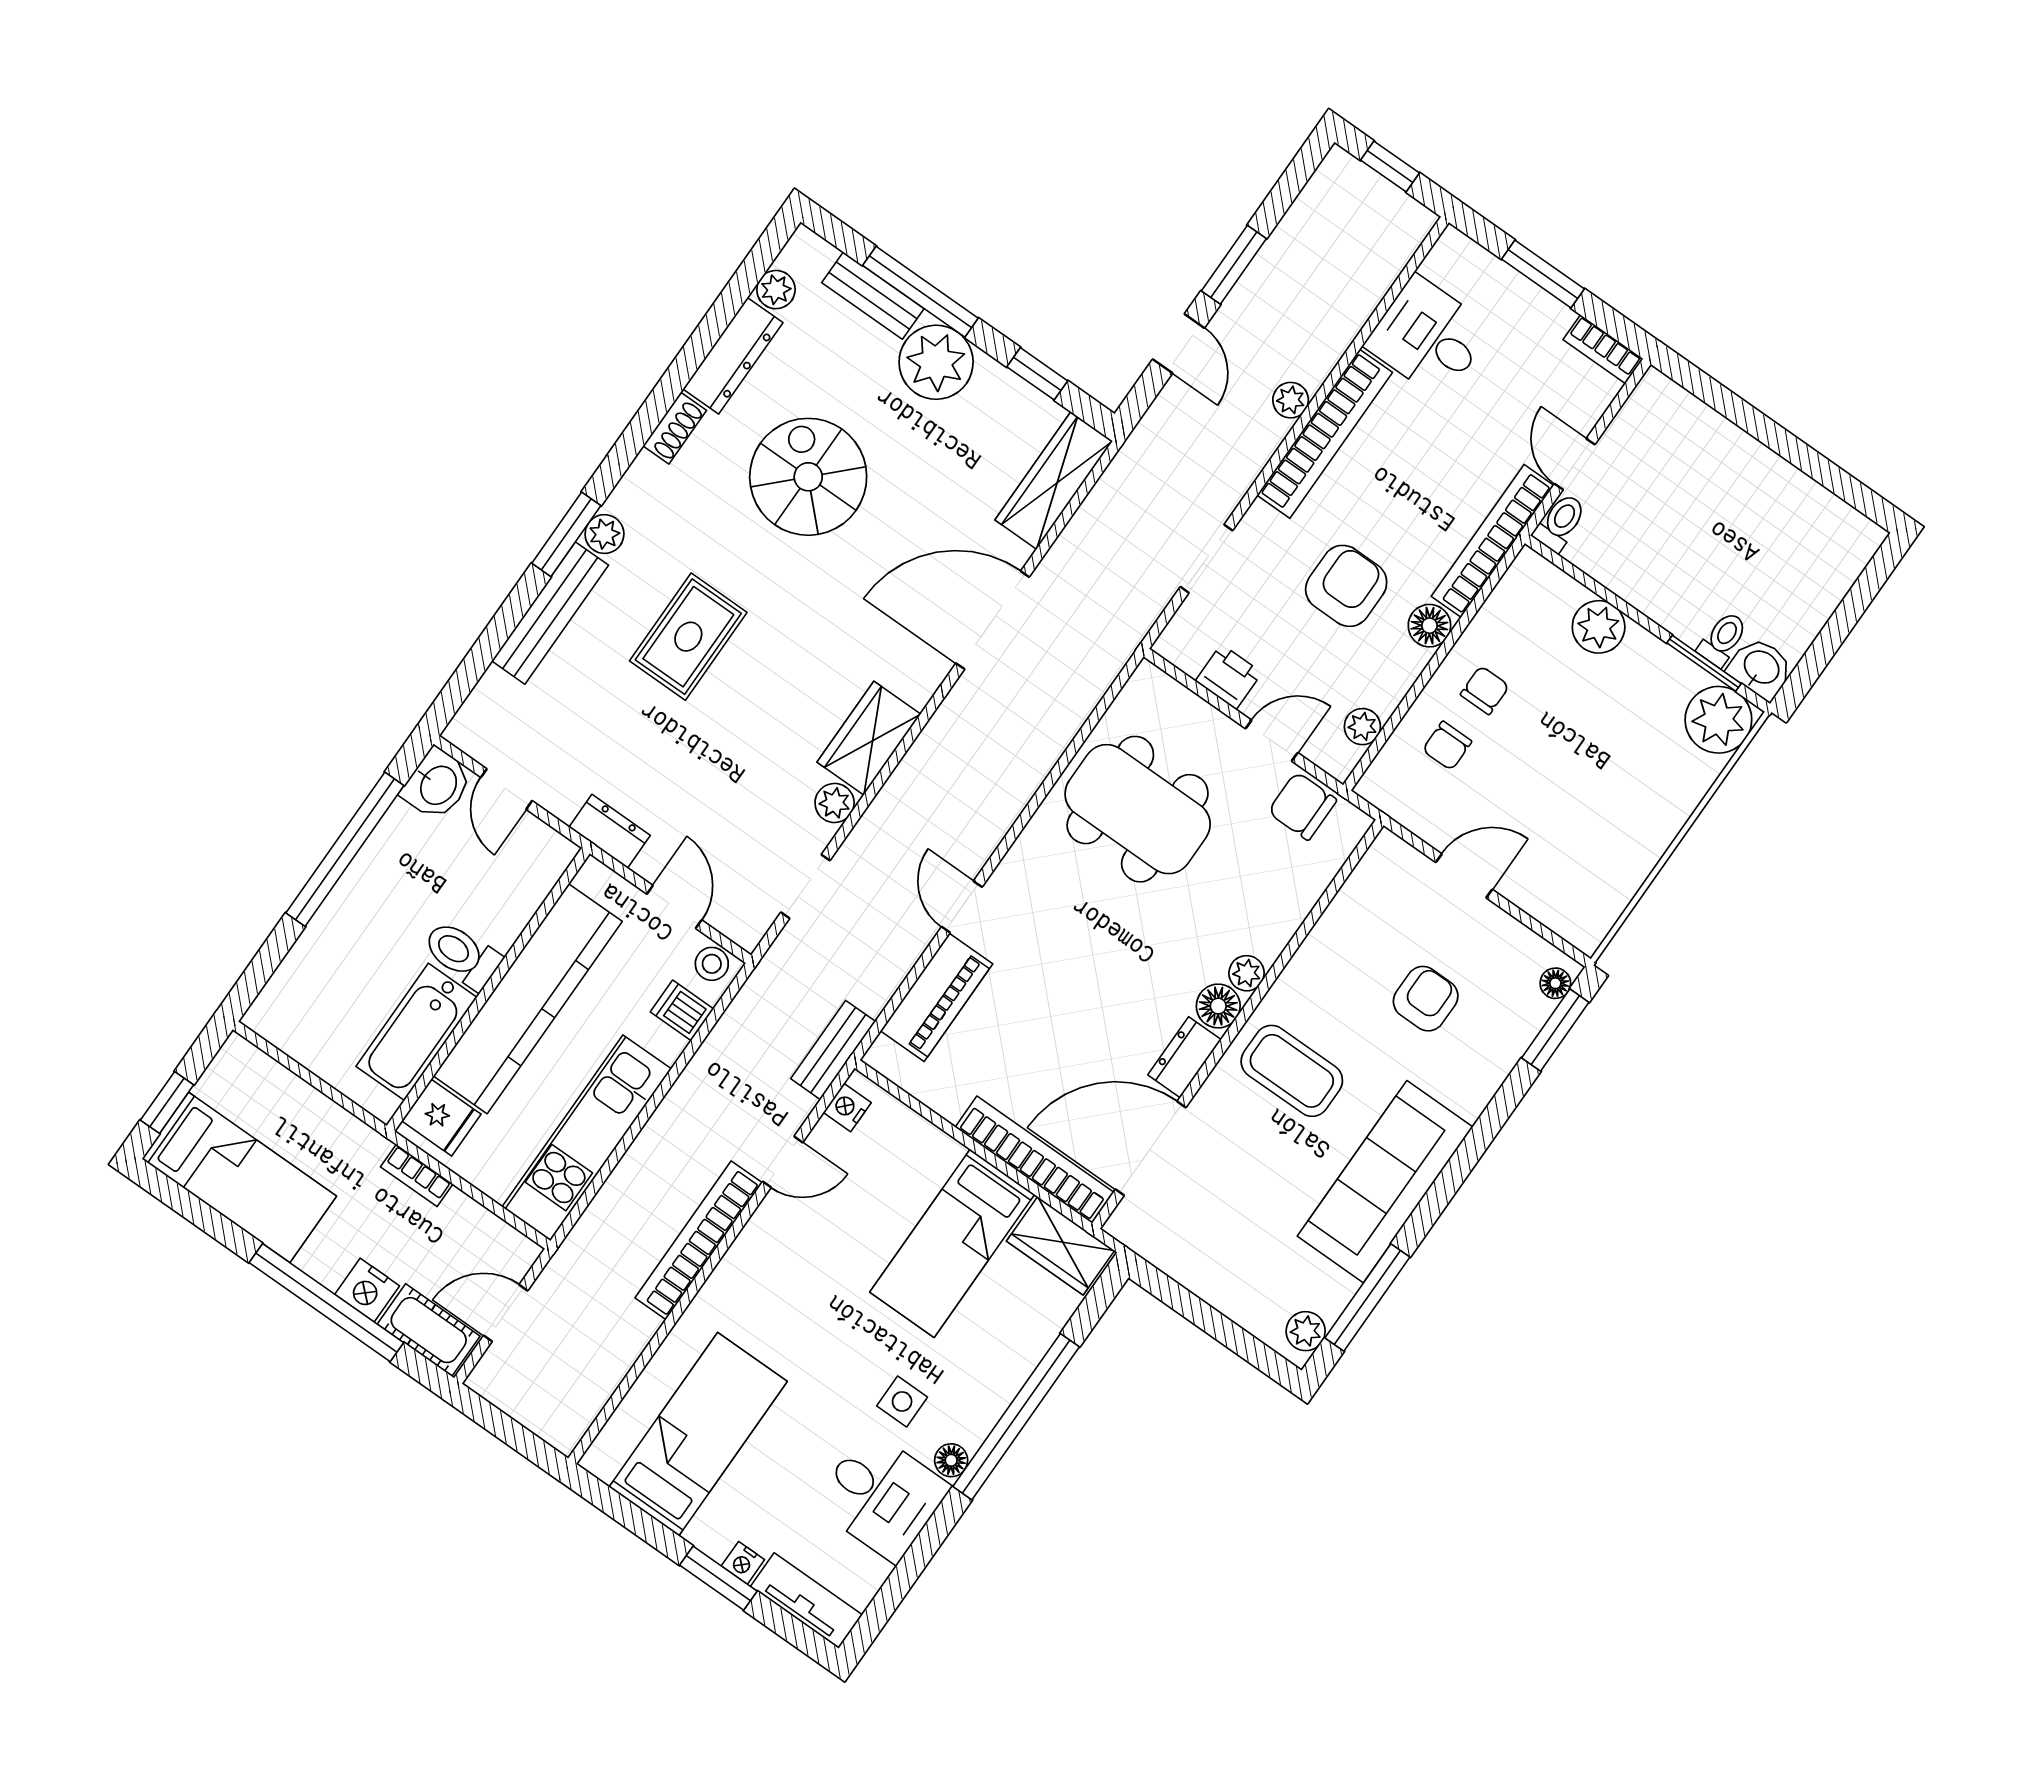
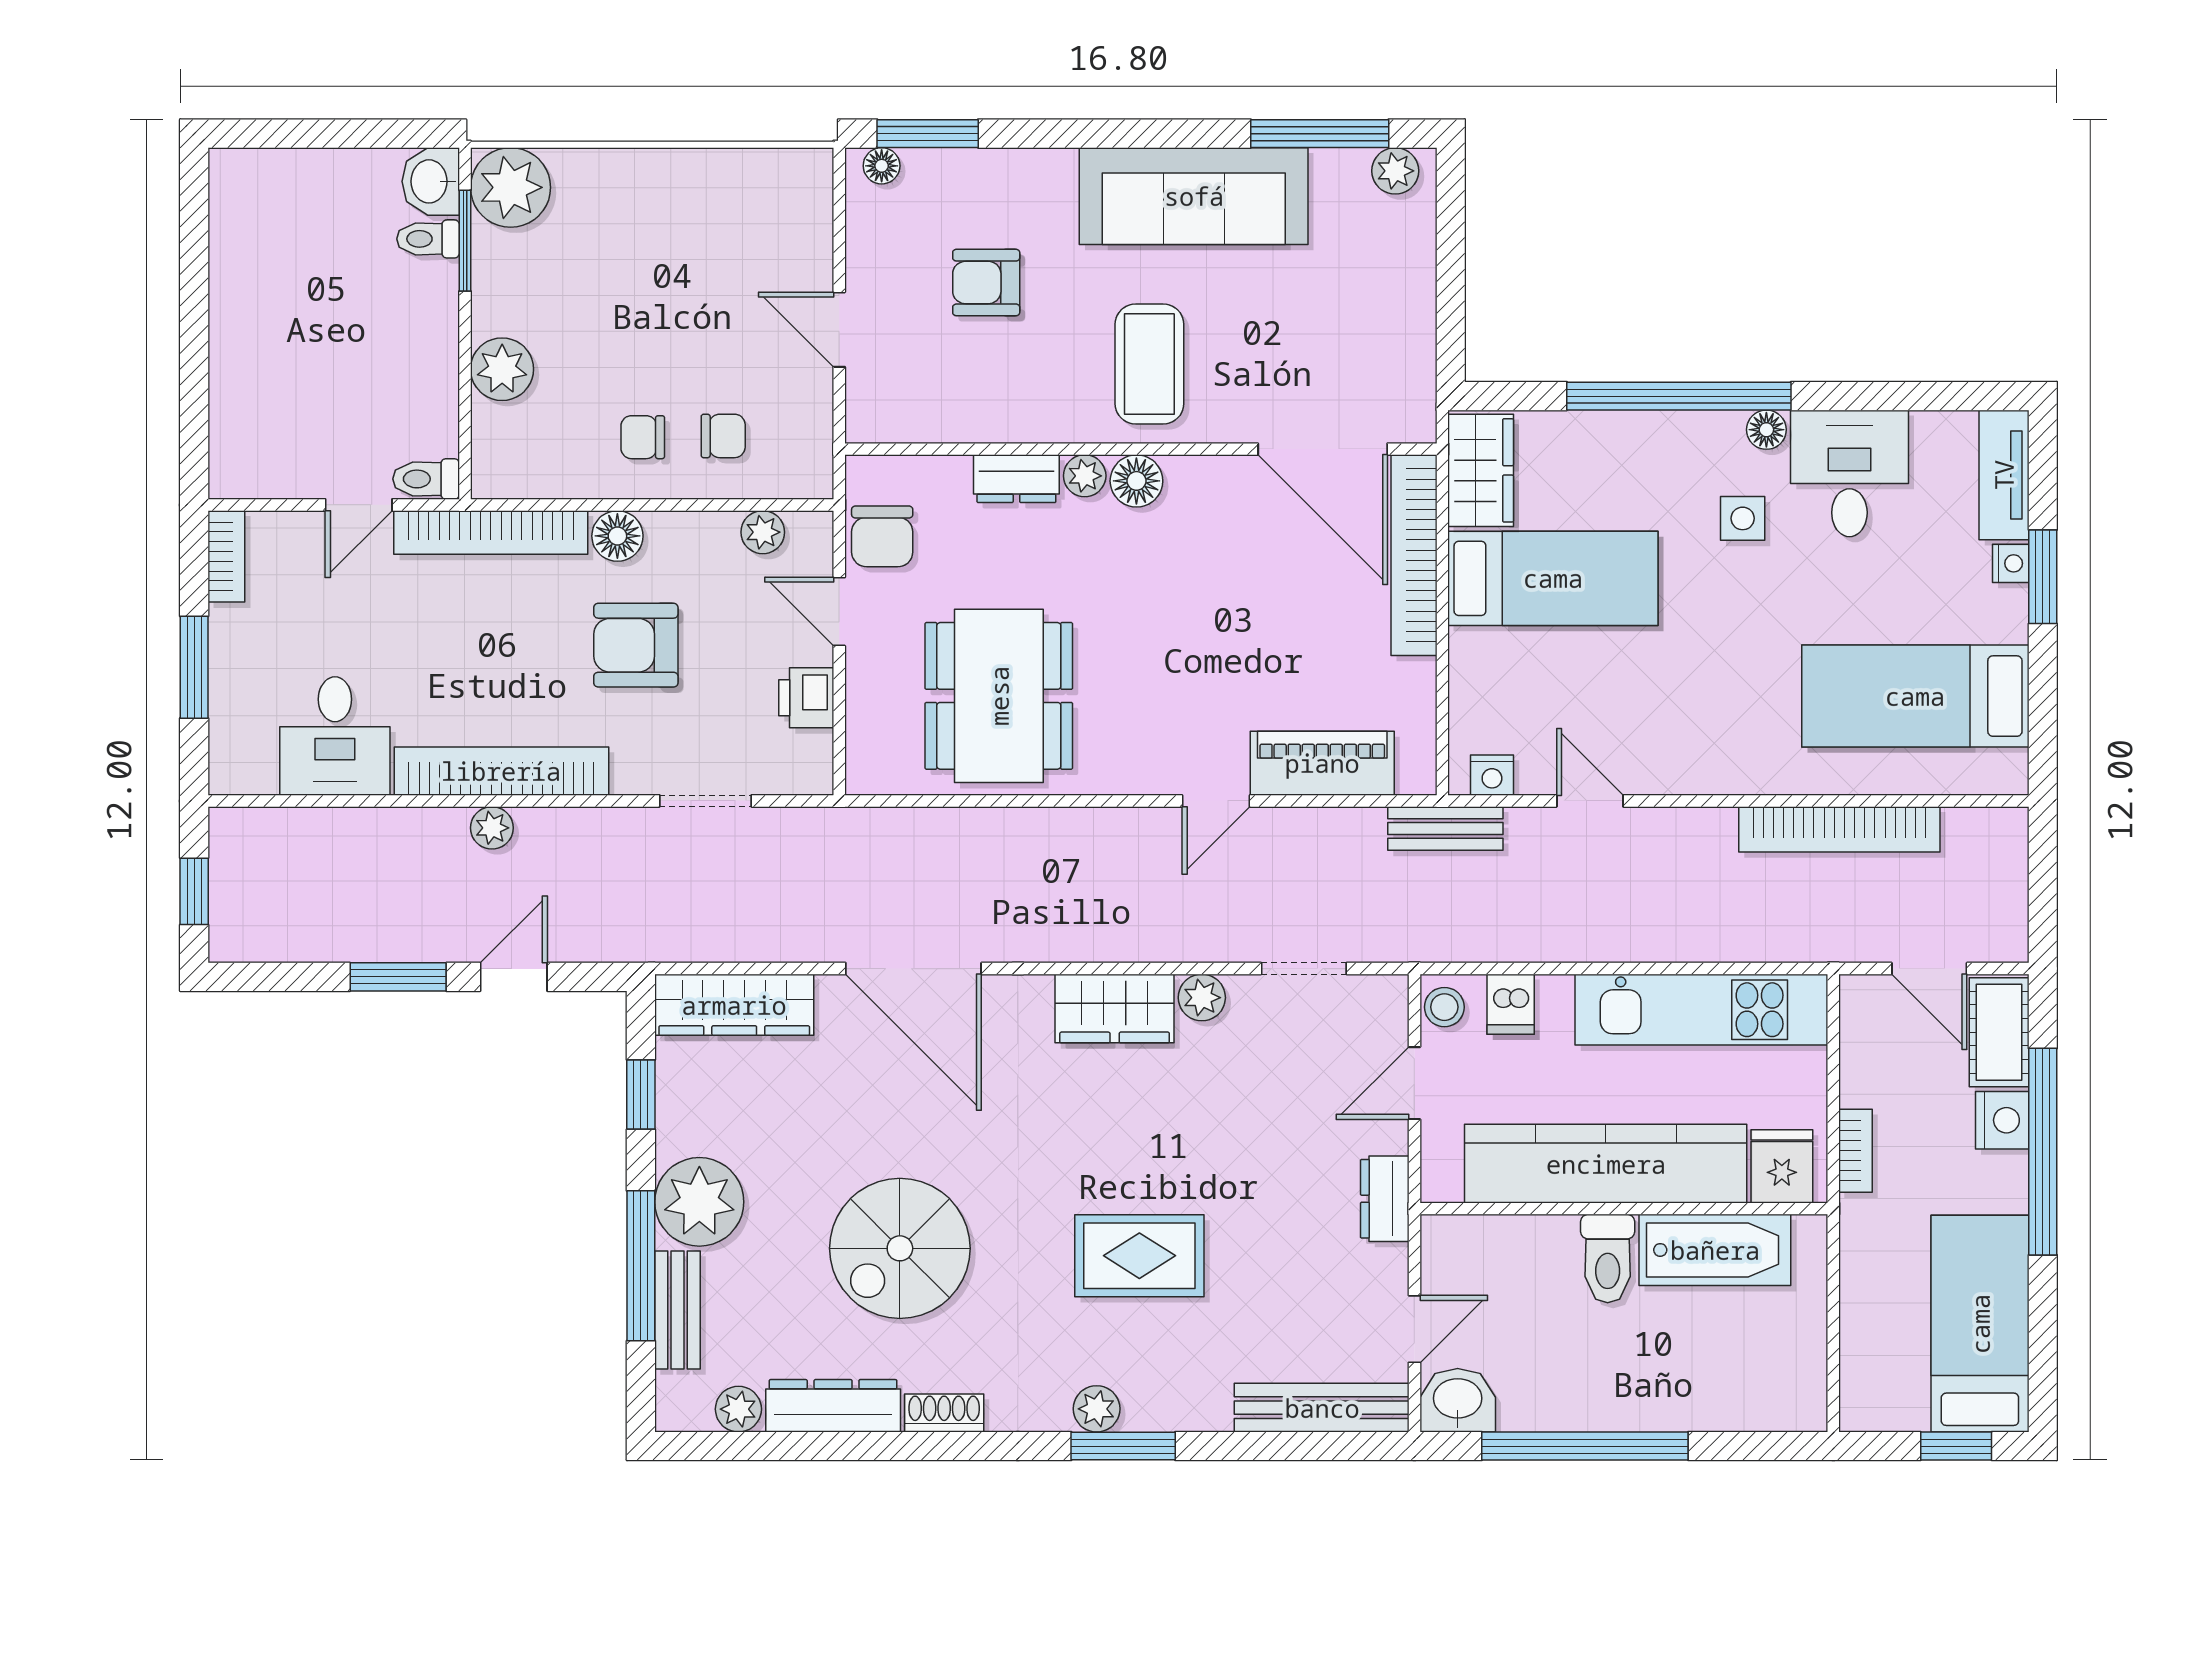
bench: (550, 613) -> (1322, 1408), moved
dresser: (1185, 1057) -> (1016, 479), moved
bookcase: (699, 1240) -> (1839, 829), moved

